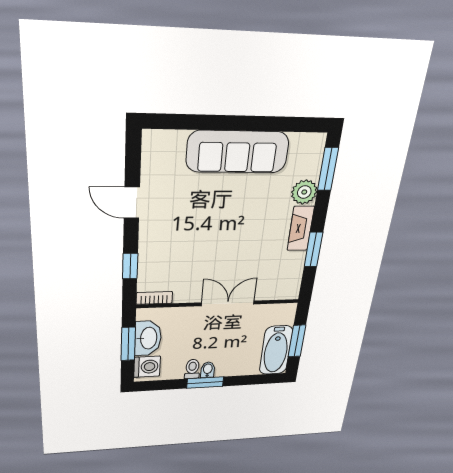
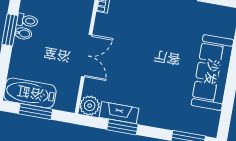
plant: (304, 192) -> (90, 106), moved
fireplace: (301, 228) -> (119, 113), moved

